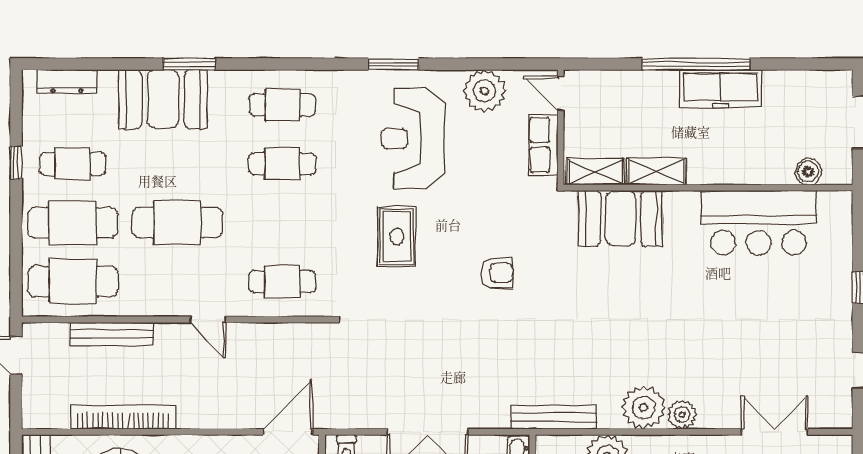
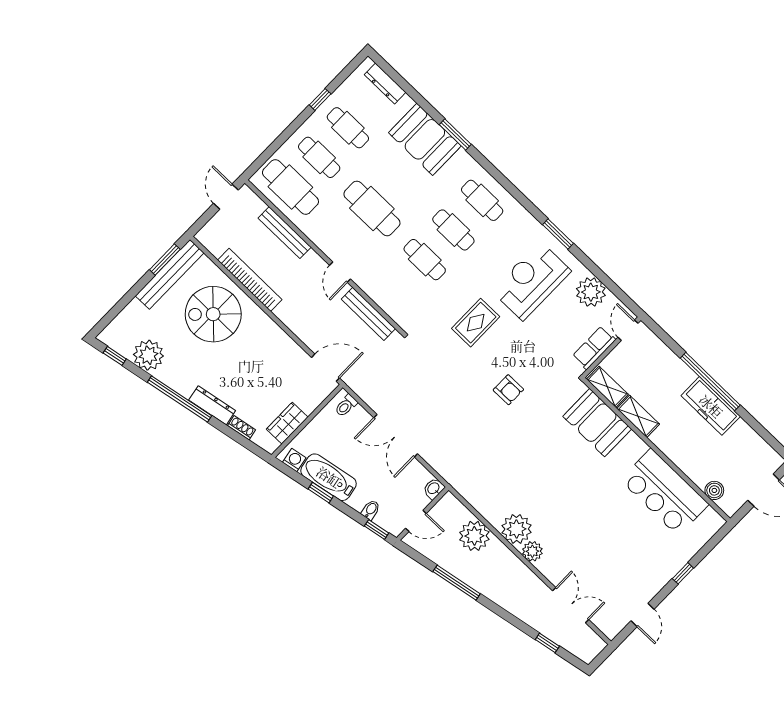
cafe table: (73, 223) -> (319, 157), width x0.73, depth x0.74
cafe table: (282, 282) -> (425, 260), moved
bench: (554, 417) -> (368, 314), moved

